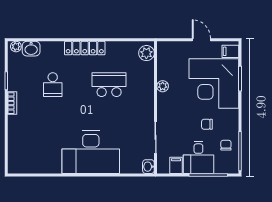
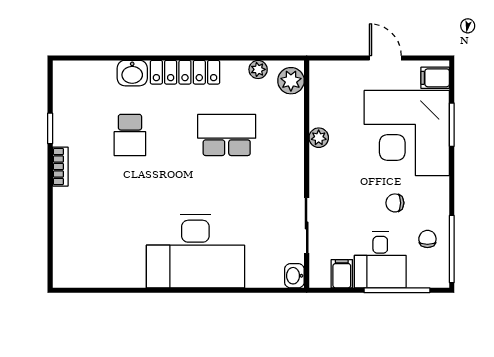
plant: (16, 47) -> (258, 69), moved
washbasin: (31, 49) -> (132, 73), moved

